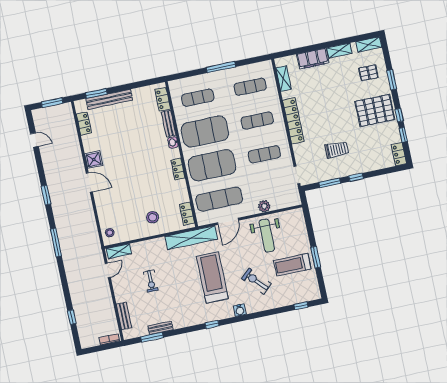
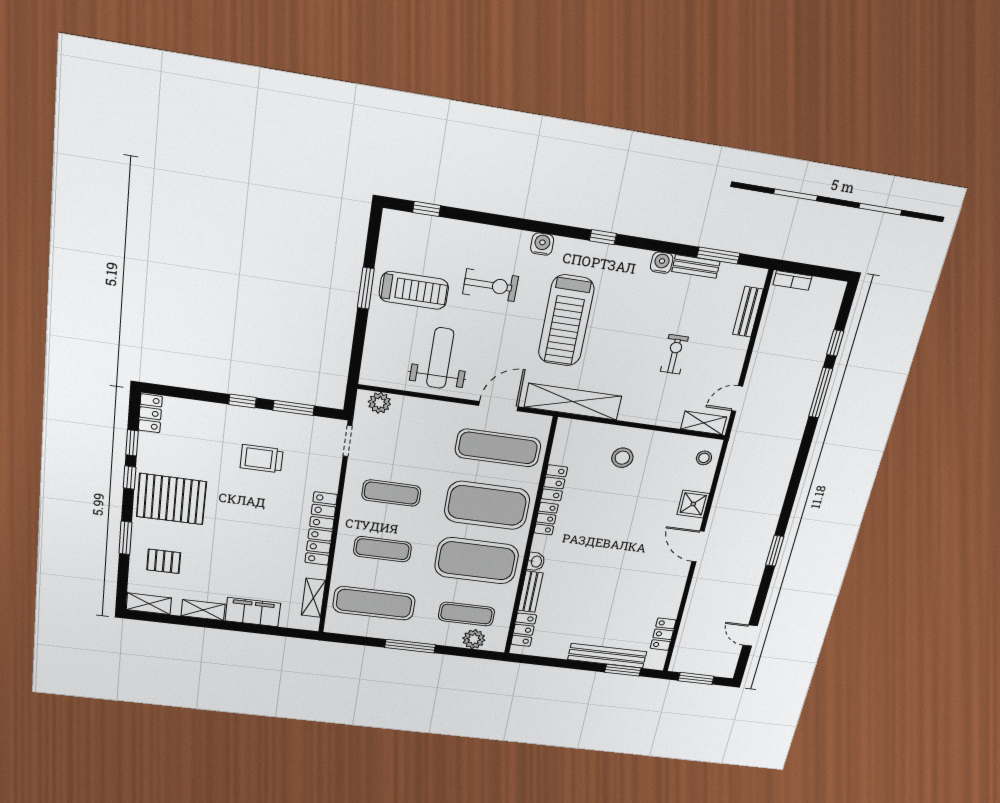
plant: (188, 84) -> (474, 639), added
exercise mat: (250, 87) -> (374, 603), width x1.36, depth x1.45
shower: (94, 160) -> (693, 504), moved
plant: (264, 206) -> (380, 403), moved
locker: (187, 214) -> (554, 483), moved
window: (56, 243) -> (821, 393), moved
exercise bike: (256, 281) -> (491, 285), turned -47
water cooler: (178, 323) -> (662, 263), added

